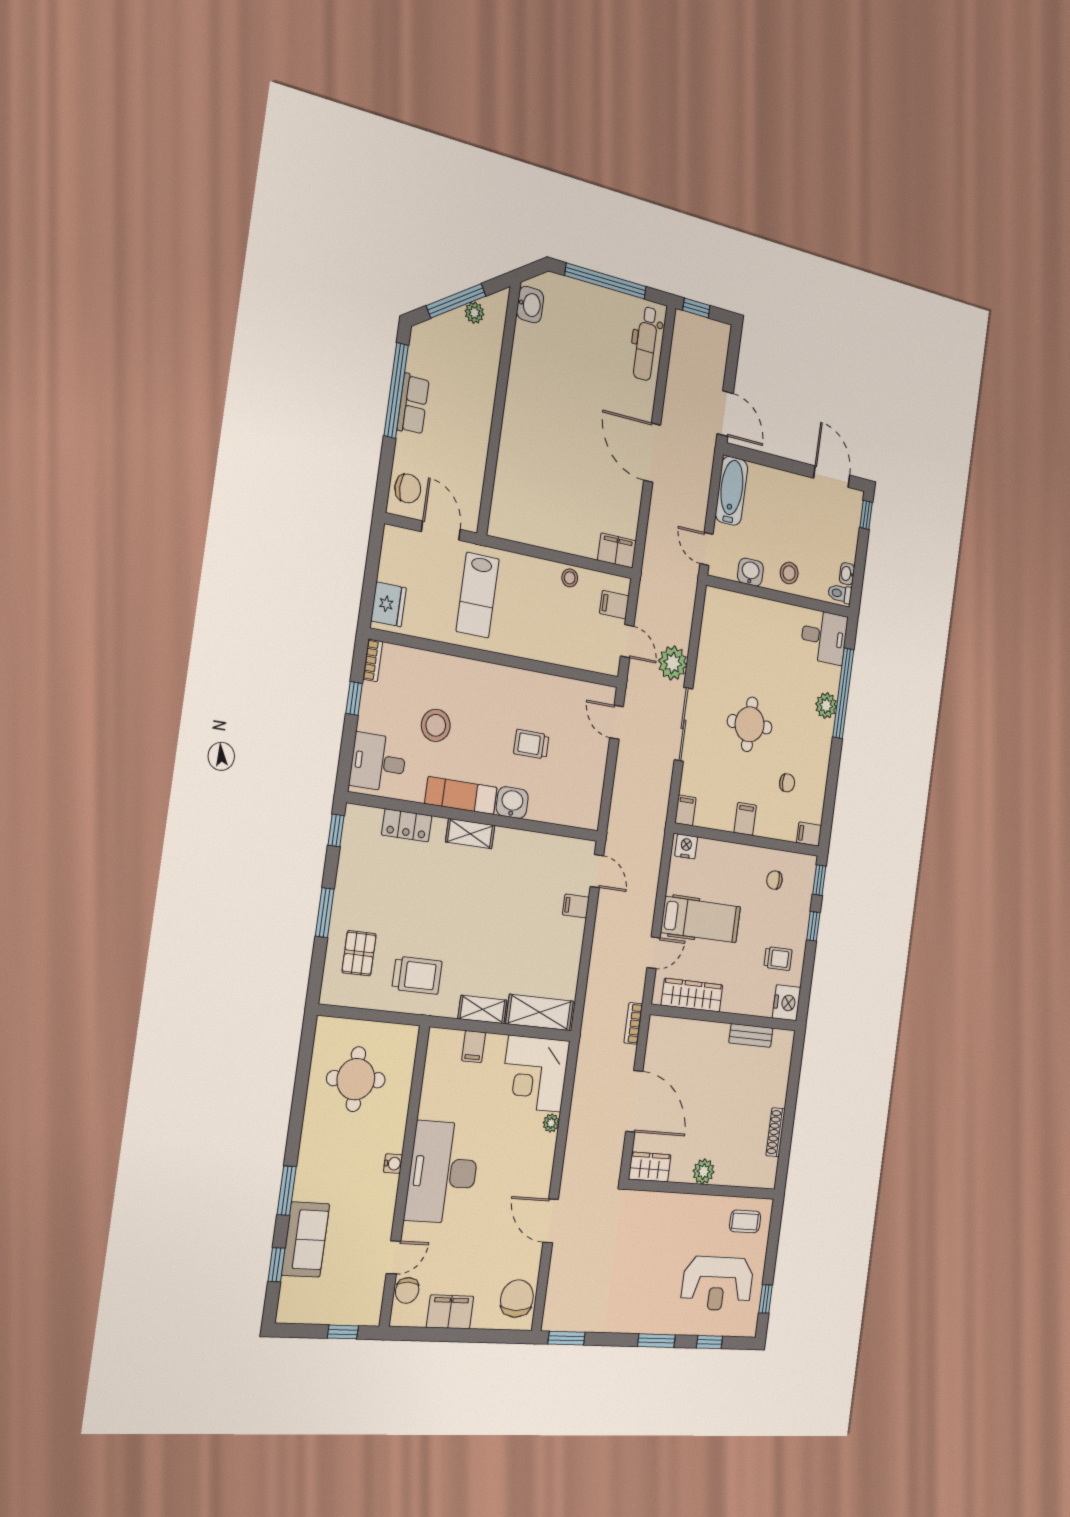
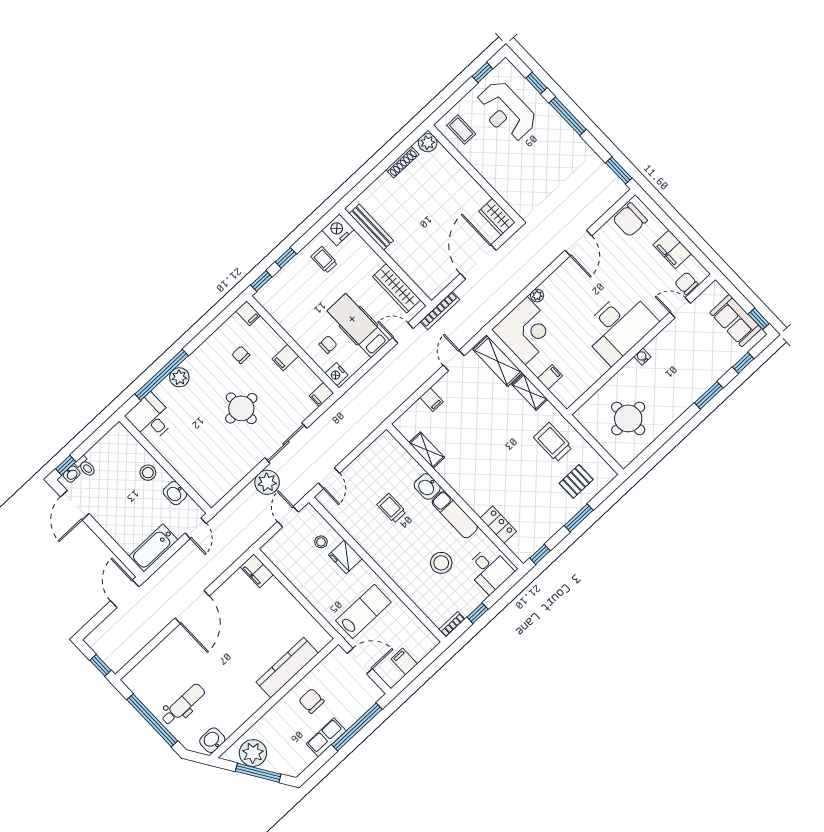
plant: (474, 313) -> (253, 753), width x1.87, depth x1.87
dental chair: (646, 344) -> (183, 704), moved
window: (396, 390) -> (357, 727), moved
kitchen counter: (511, 459) -> (287, 668), added
chair: (408, 488) -> (311, 701), moved
door: (441, 531) -> (360, 661), swing flipped
washbasin: (847, 574) -> (72, 474), moved
stool: (570, 578) -> (321, 542), moved
toilet: (840, 594) -> (86, 467), moved
fridge: (389, 604) -> (345, 557), moved, turned -90
filing cabinet: (614, 605) -> (404, 661), moved, turned 180
trolley: (531, 744) -> (392, 508), turned 180
shelving: (470, 834) -> (427, 450), moved
door: (597, 871) -> (454, 360), moved
chair: (774, 880) -> (328, 344), moved, turned -92
bookcase: (633, 1023) -> (440, 311), width x1.56
bench: (751, 1035) -> (371, 227), width x1.36
plant: (704, 1171) -> (428, 143), moved
sofa: (305, 1240) -> (736, 321), moved, turned -90
reception desk: (717, 1284) -> (506, 111), turned 180
chair: (407, 1290) -> (686, 283), turned -90
window: (343, 1332) -> (759, 319), moved
window: (657, 1341) -> (568, 116), width x1.44

